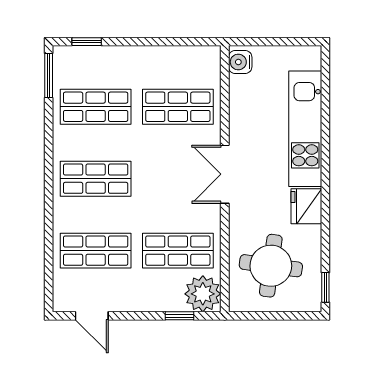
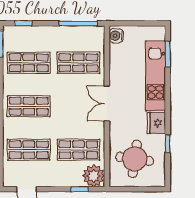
window: (178, 42) -> (78, 23), added
window: (325, 92) -> (168, 54), added
window: (325, 287) -> (168, 144), moved

